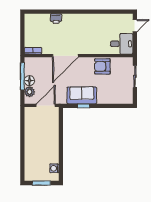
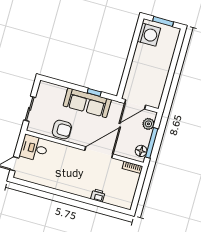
floor lamp: (29, 81) -> (141, 151), moved
sofa: (82, 95) -> (87, 103), width x1.36
washing machine: (54, 168) -> (149, 35), width x1.89, depth x1.89

